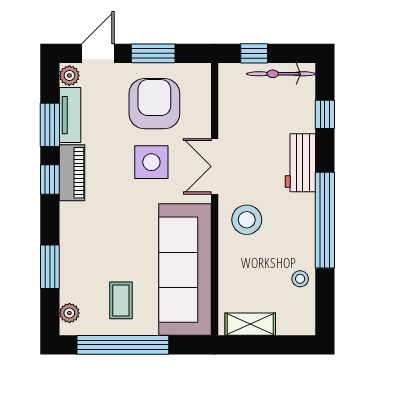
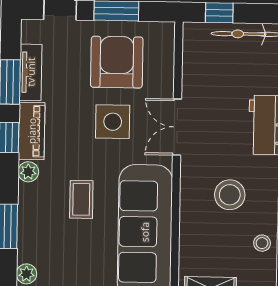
plant: (69, 76) -> (28, 172), moved
stool: (247, 220) -> (230, 195), moved
coffee table: (121, 300) -> (81, 199), moved

